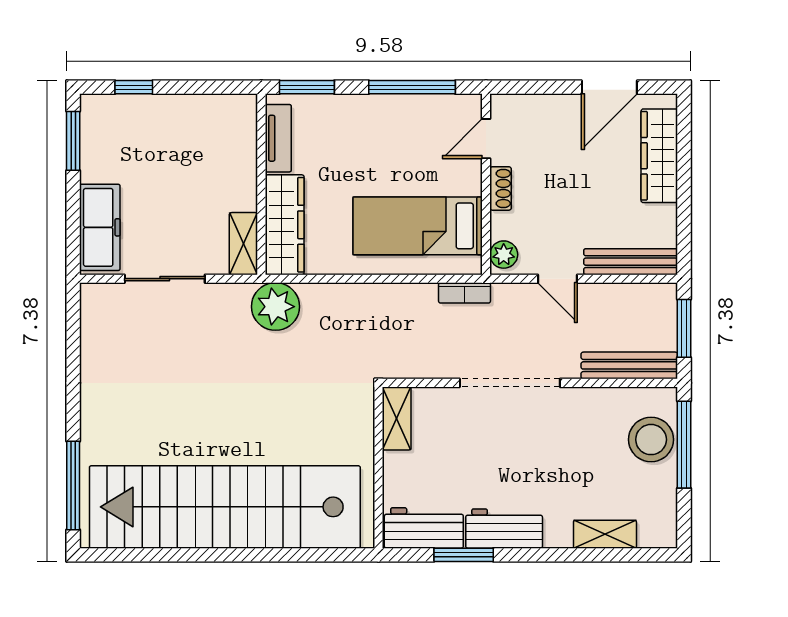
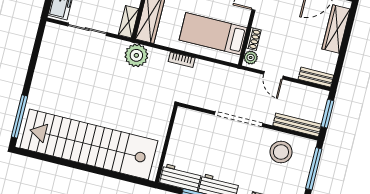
shoe rack: (501, 188) -> (254, 39), moved
bench: (631, 262) -> (316, 77), width x0.73
bookcase: (465, 293) -> (182, 60), moved
shelving: (397, 418) -> (181, 123), removed
stool: (651, 440) -> (281, 152), moved

